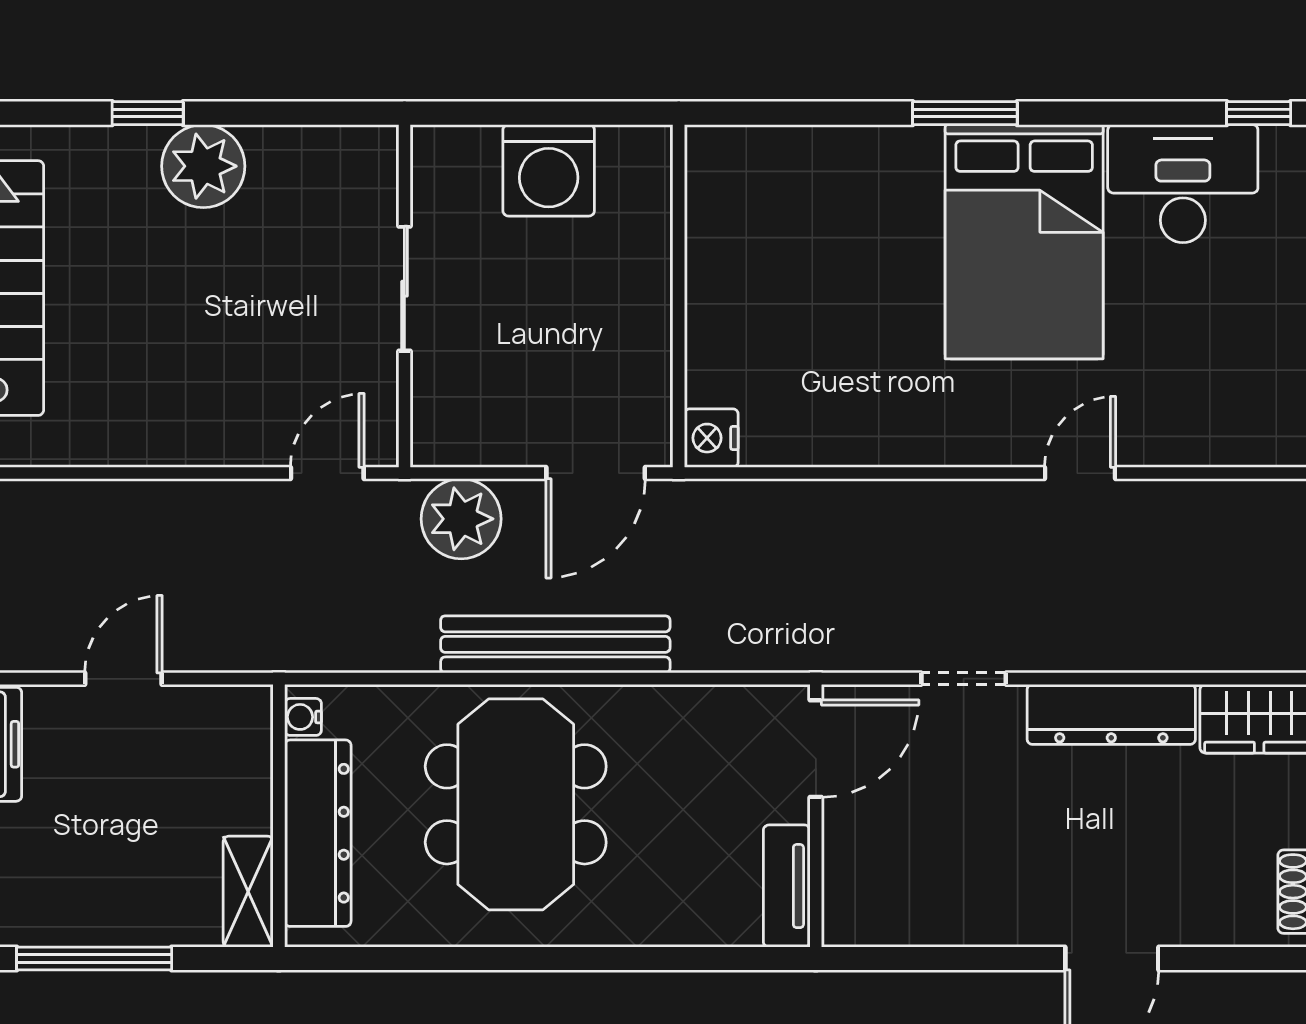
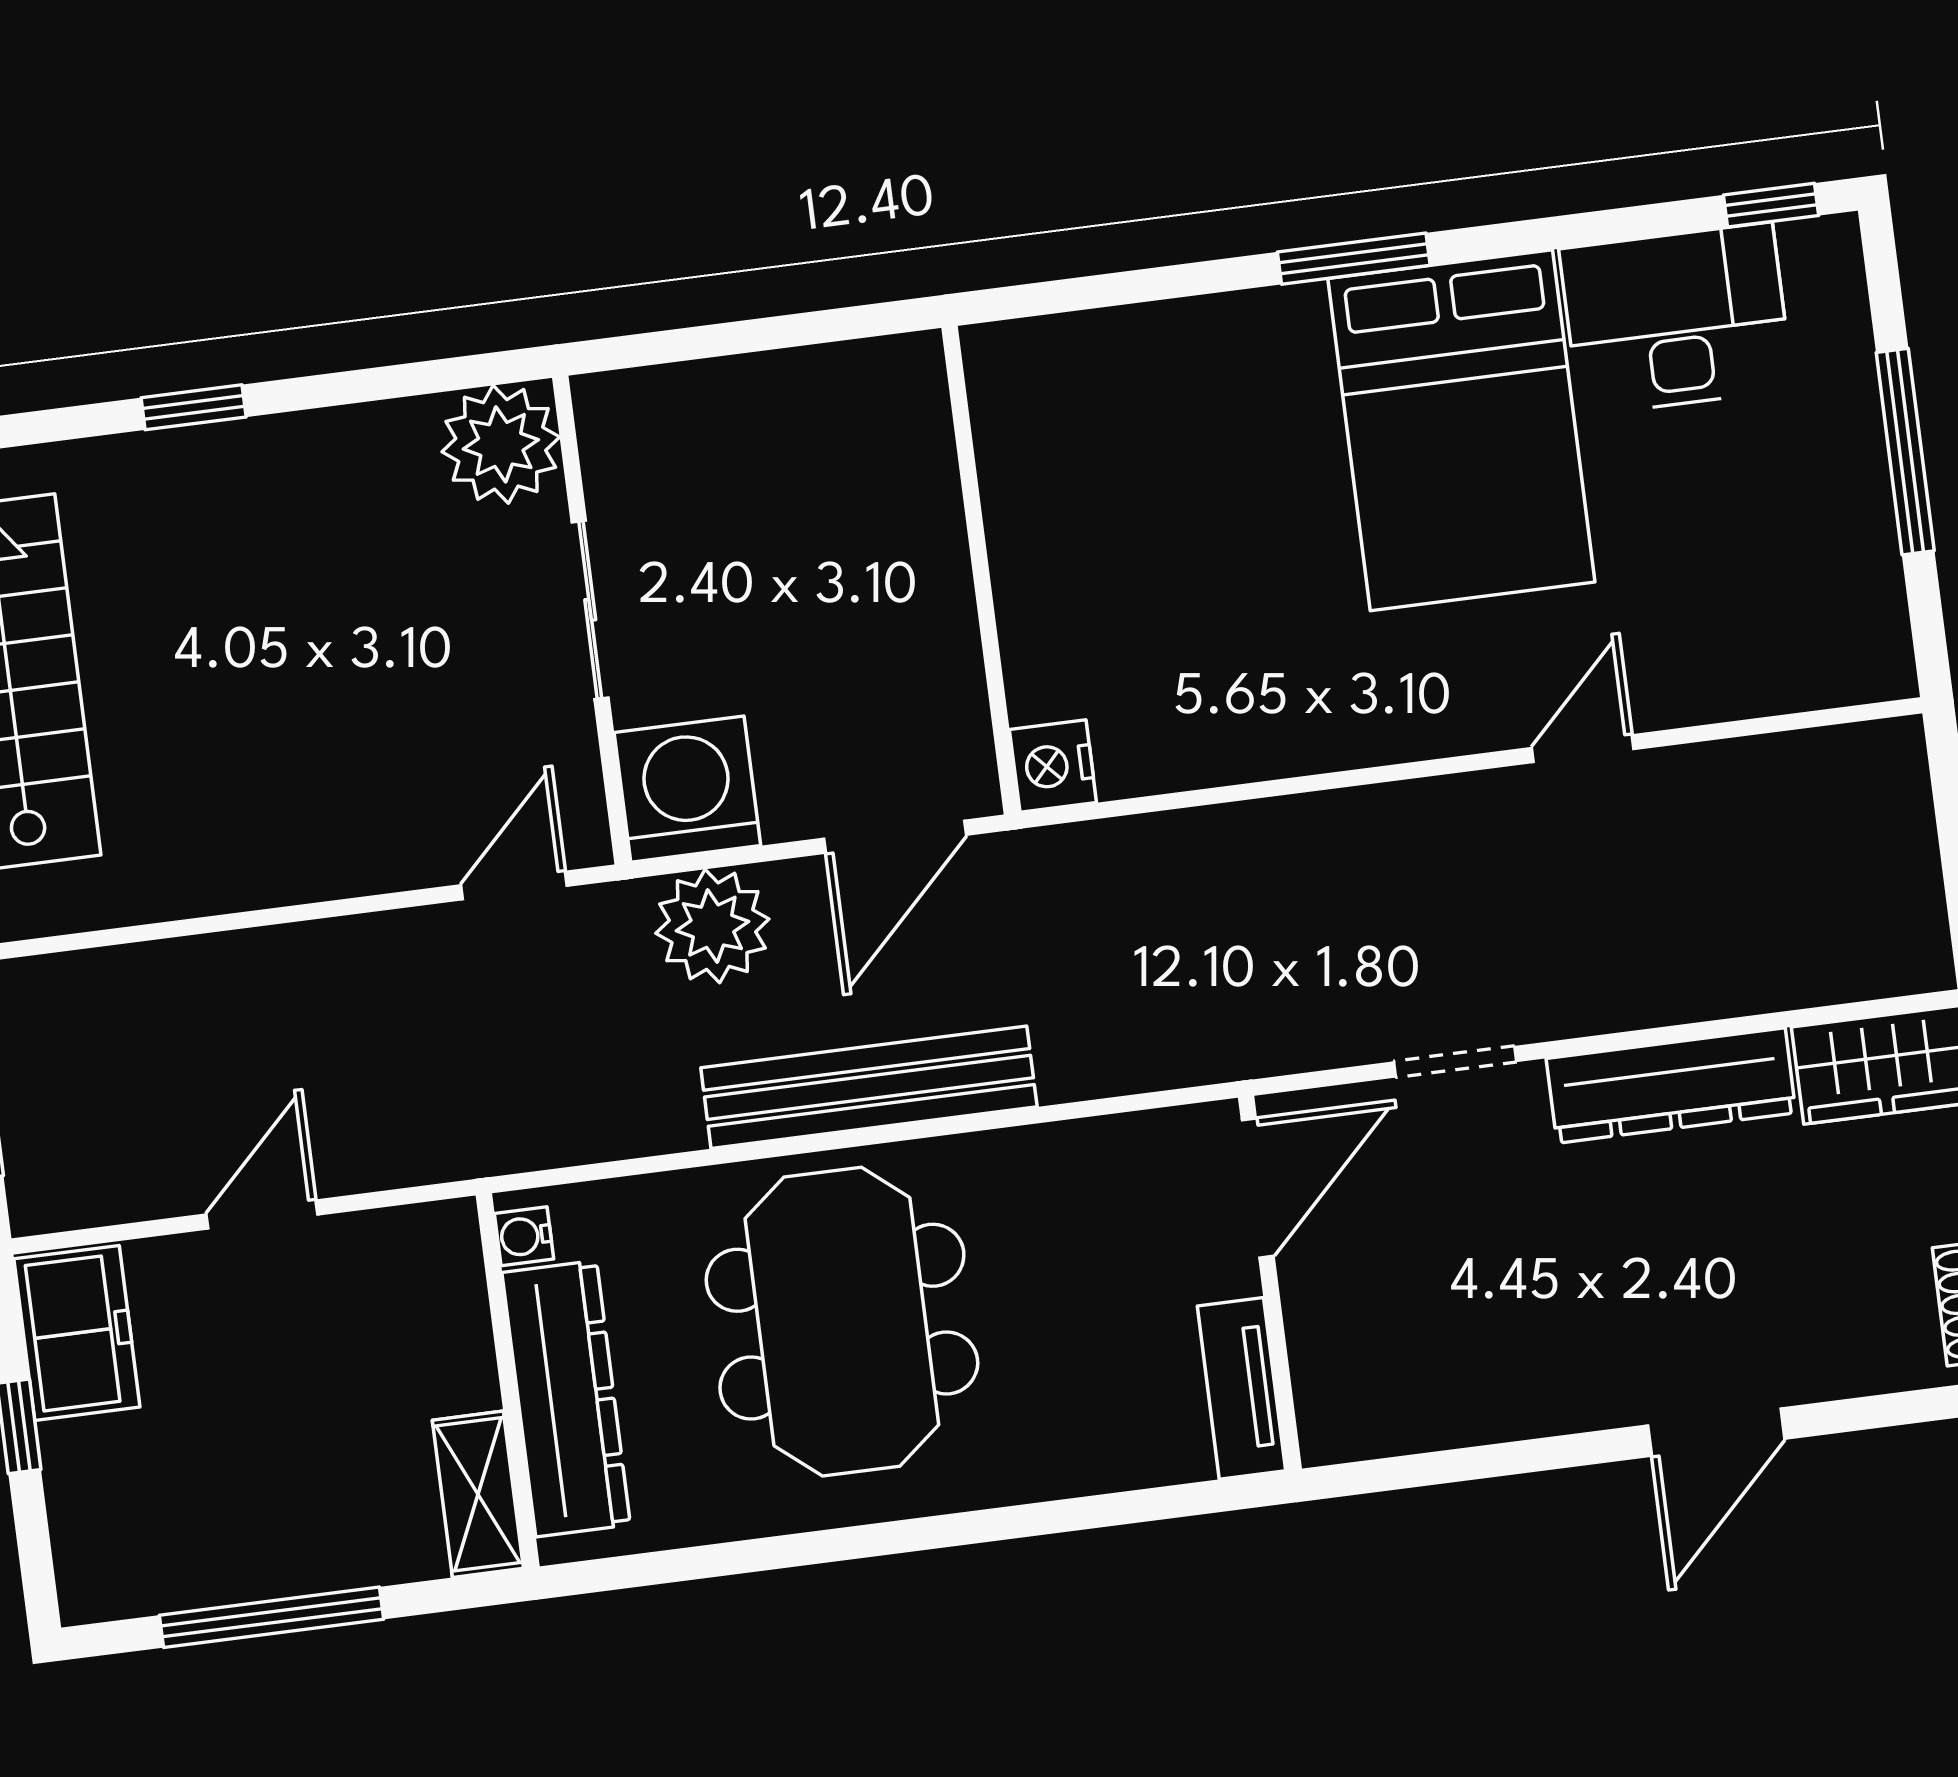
plant: (203, 166) -> (501, 444), moved
washing machine: (549, 170) -> (687, 789), moved, turned 180

